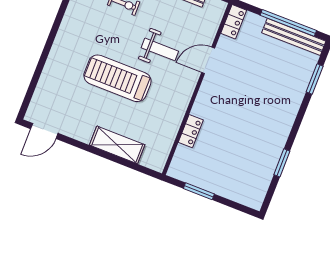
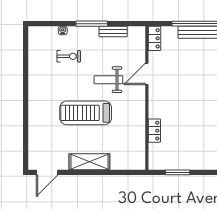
weight bench: (160, 49) -> (108, 80), turned 180
shelving: (117, 145) -> (89, 162), moved

